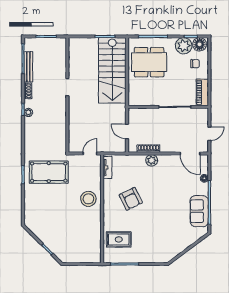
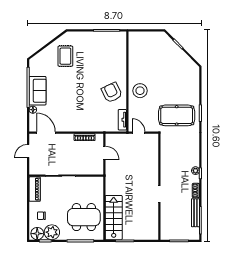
stairs: (112, 70) -> (114, 218), width x0.73, depth x0.66
door: (90, 153) -> (139, 133), swing flipped
plant: (152, 160) -> (81, 126), removed
armchair: (131, 199) -> (112, 92), moved
sofa: (199, 211) -> (38, 91), moved
rug: (119, 239) -> (65, 56), moved, turned 90

